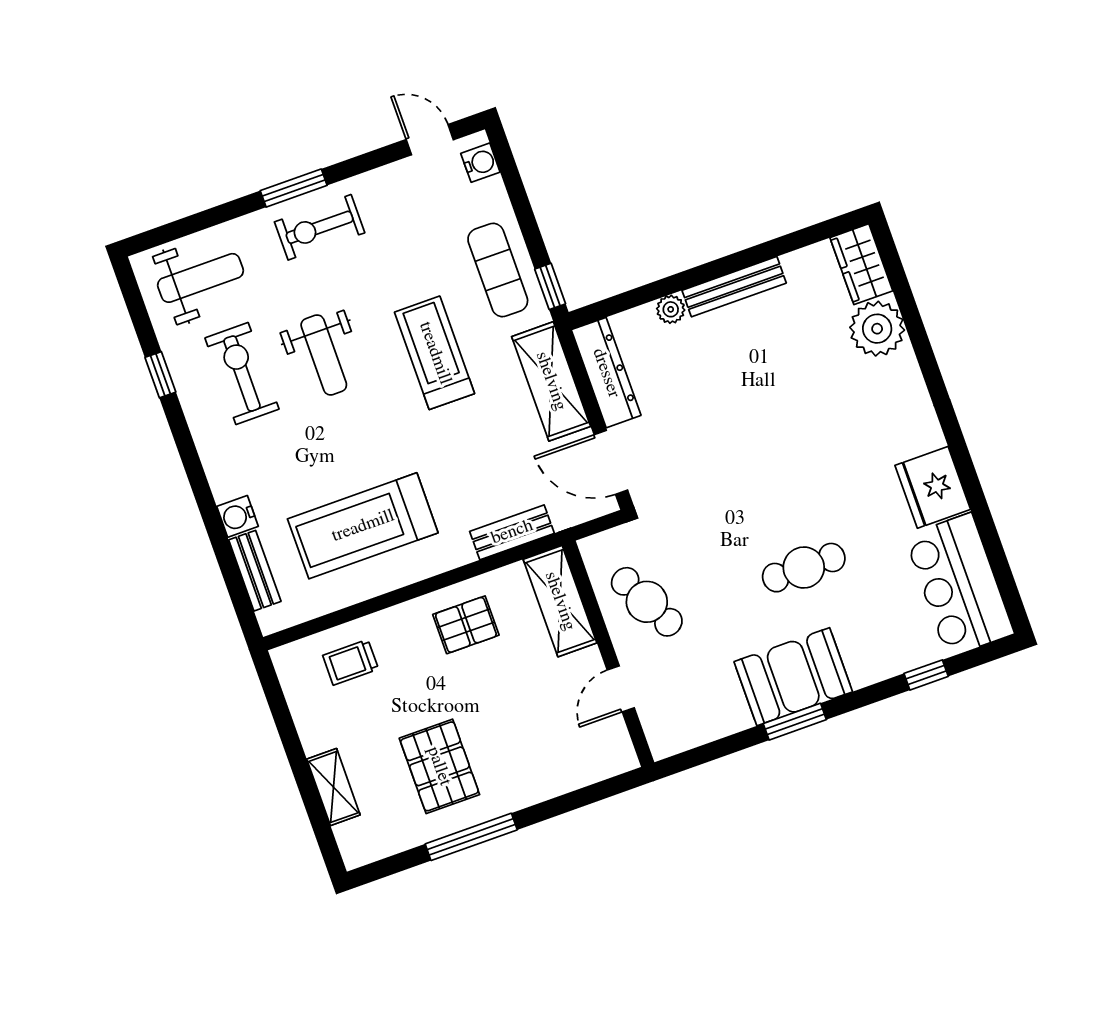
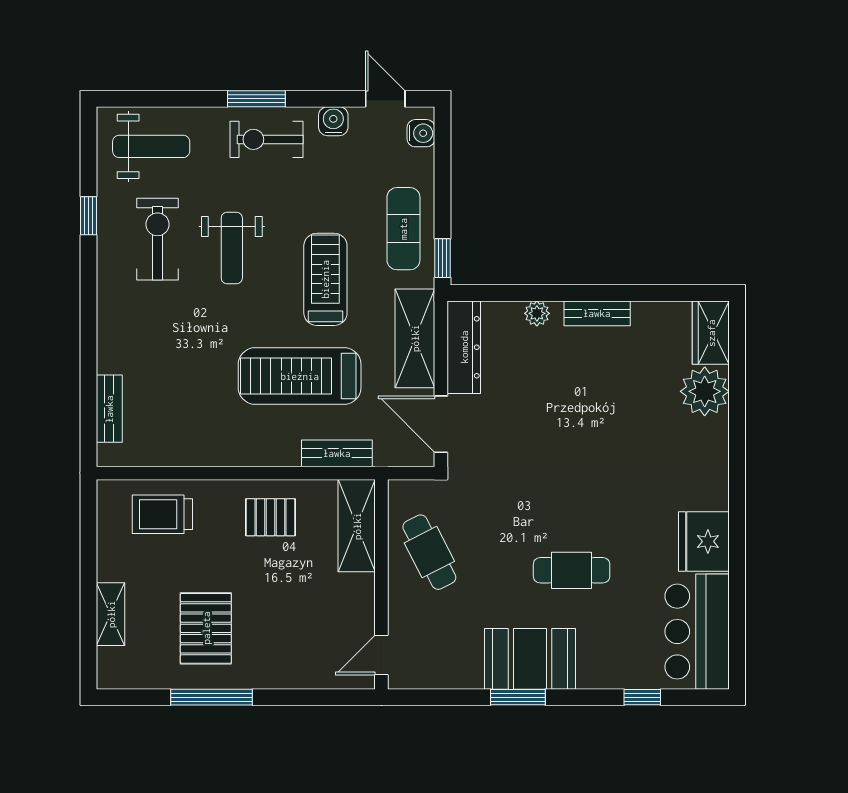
bench: (734, 287) -> (597, 313), width x0.73
water cooler: (238, 516) -> (333, 121), moved, turned 90
treadmill: (363, 526) -> (300, 376), moved
trolley: (351, 662) -> (162, 514), width x1.36, depth x1.39
door: (621, 689) -> (381, 655), moved

